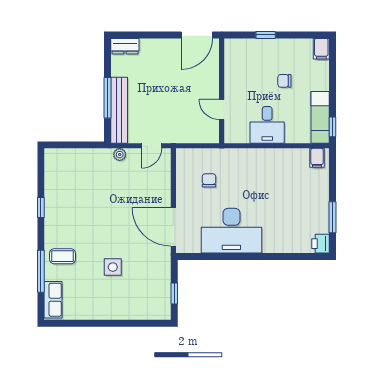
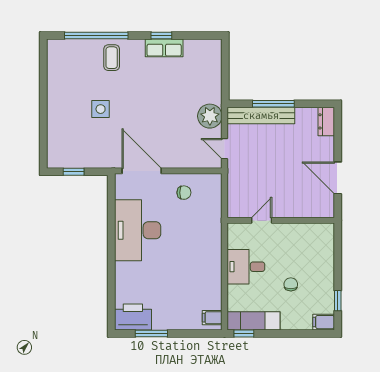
door: (197, 35) -> (338, 178), moved
window: (266, 35) -> (338, 301), moved
plant: (120, 155) -> (210, 116), width x1.88, depth x1.88
chair: (209, 180) -> (184, 193), moved
door: (173, 227) -> (142, 171), hinge flipped
printer: (321, 244) -> (133, 317), width x1.87, depth x1.48
window: (41, 271) -> (96, 36), width x1.46
row of seats: (53, 300) -> (164, 48), moved

